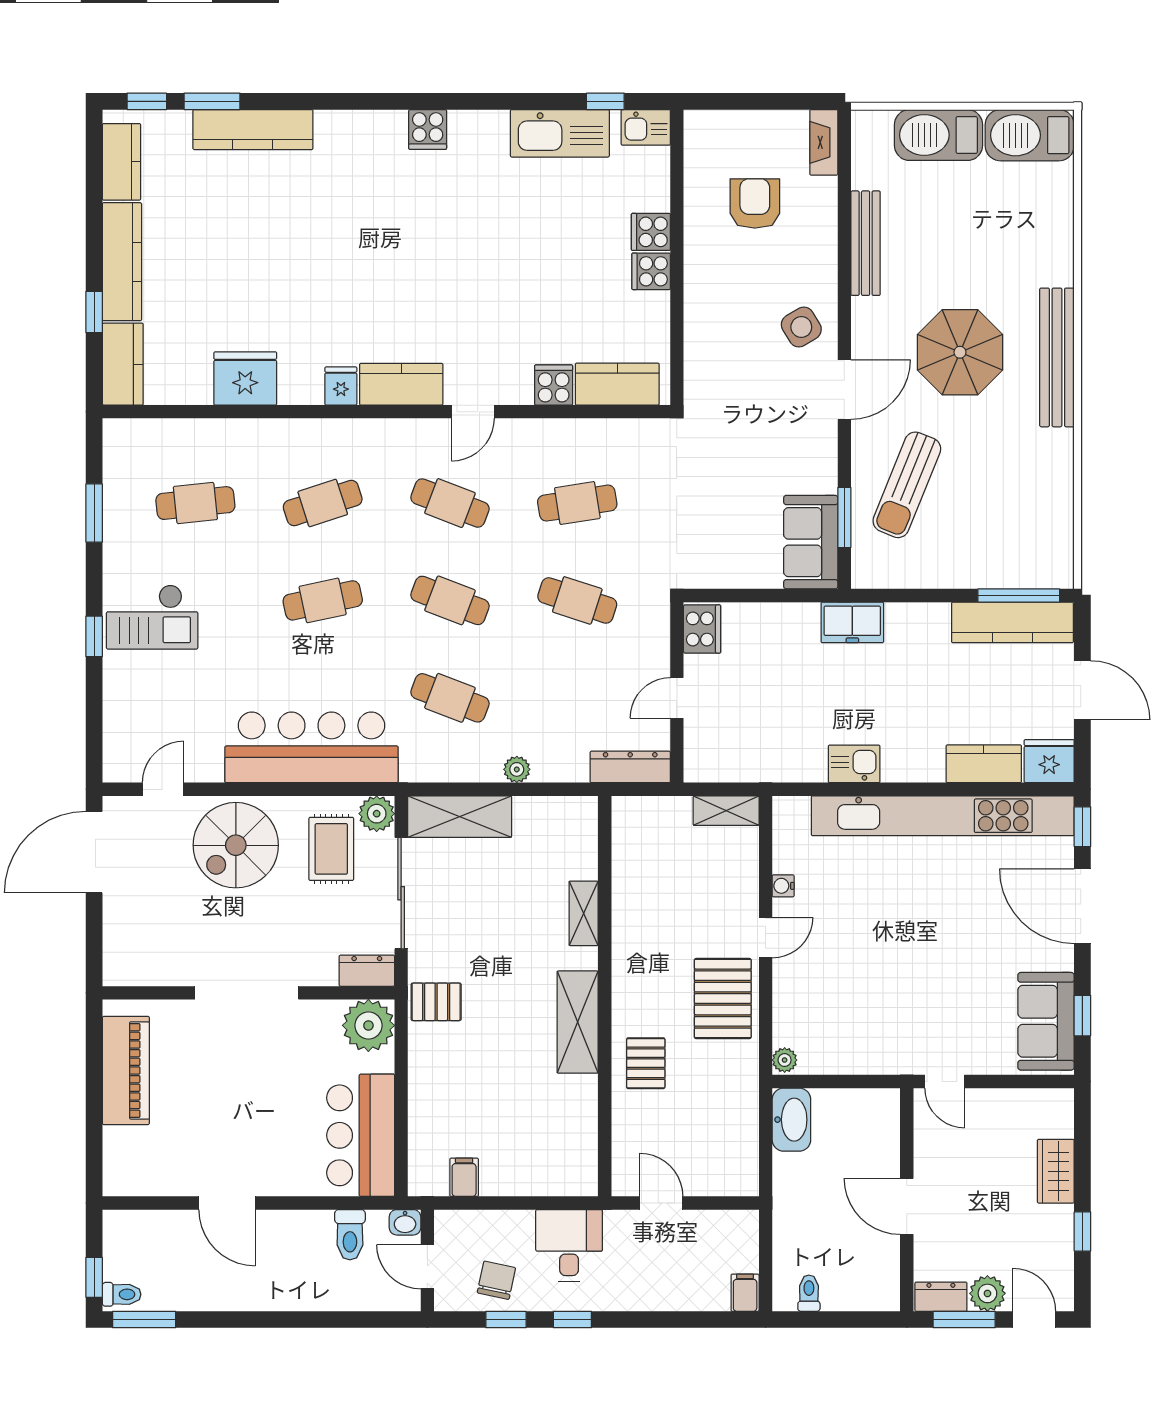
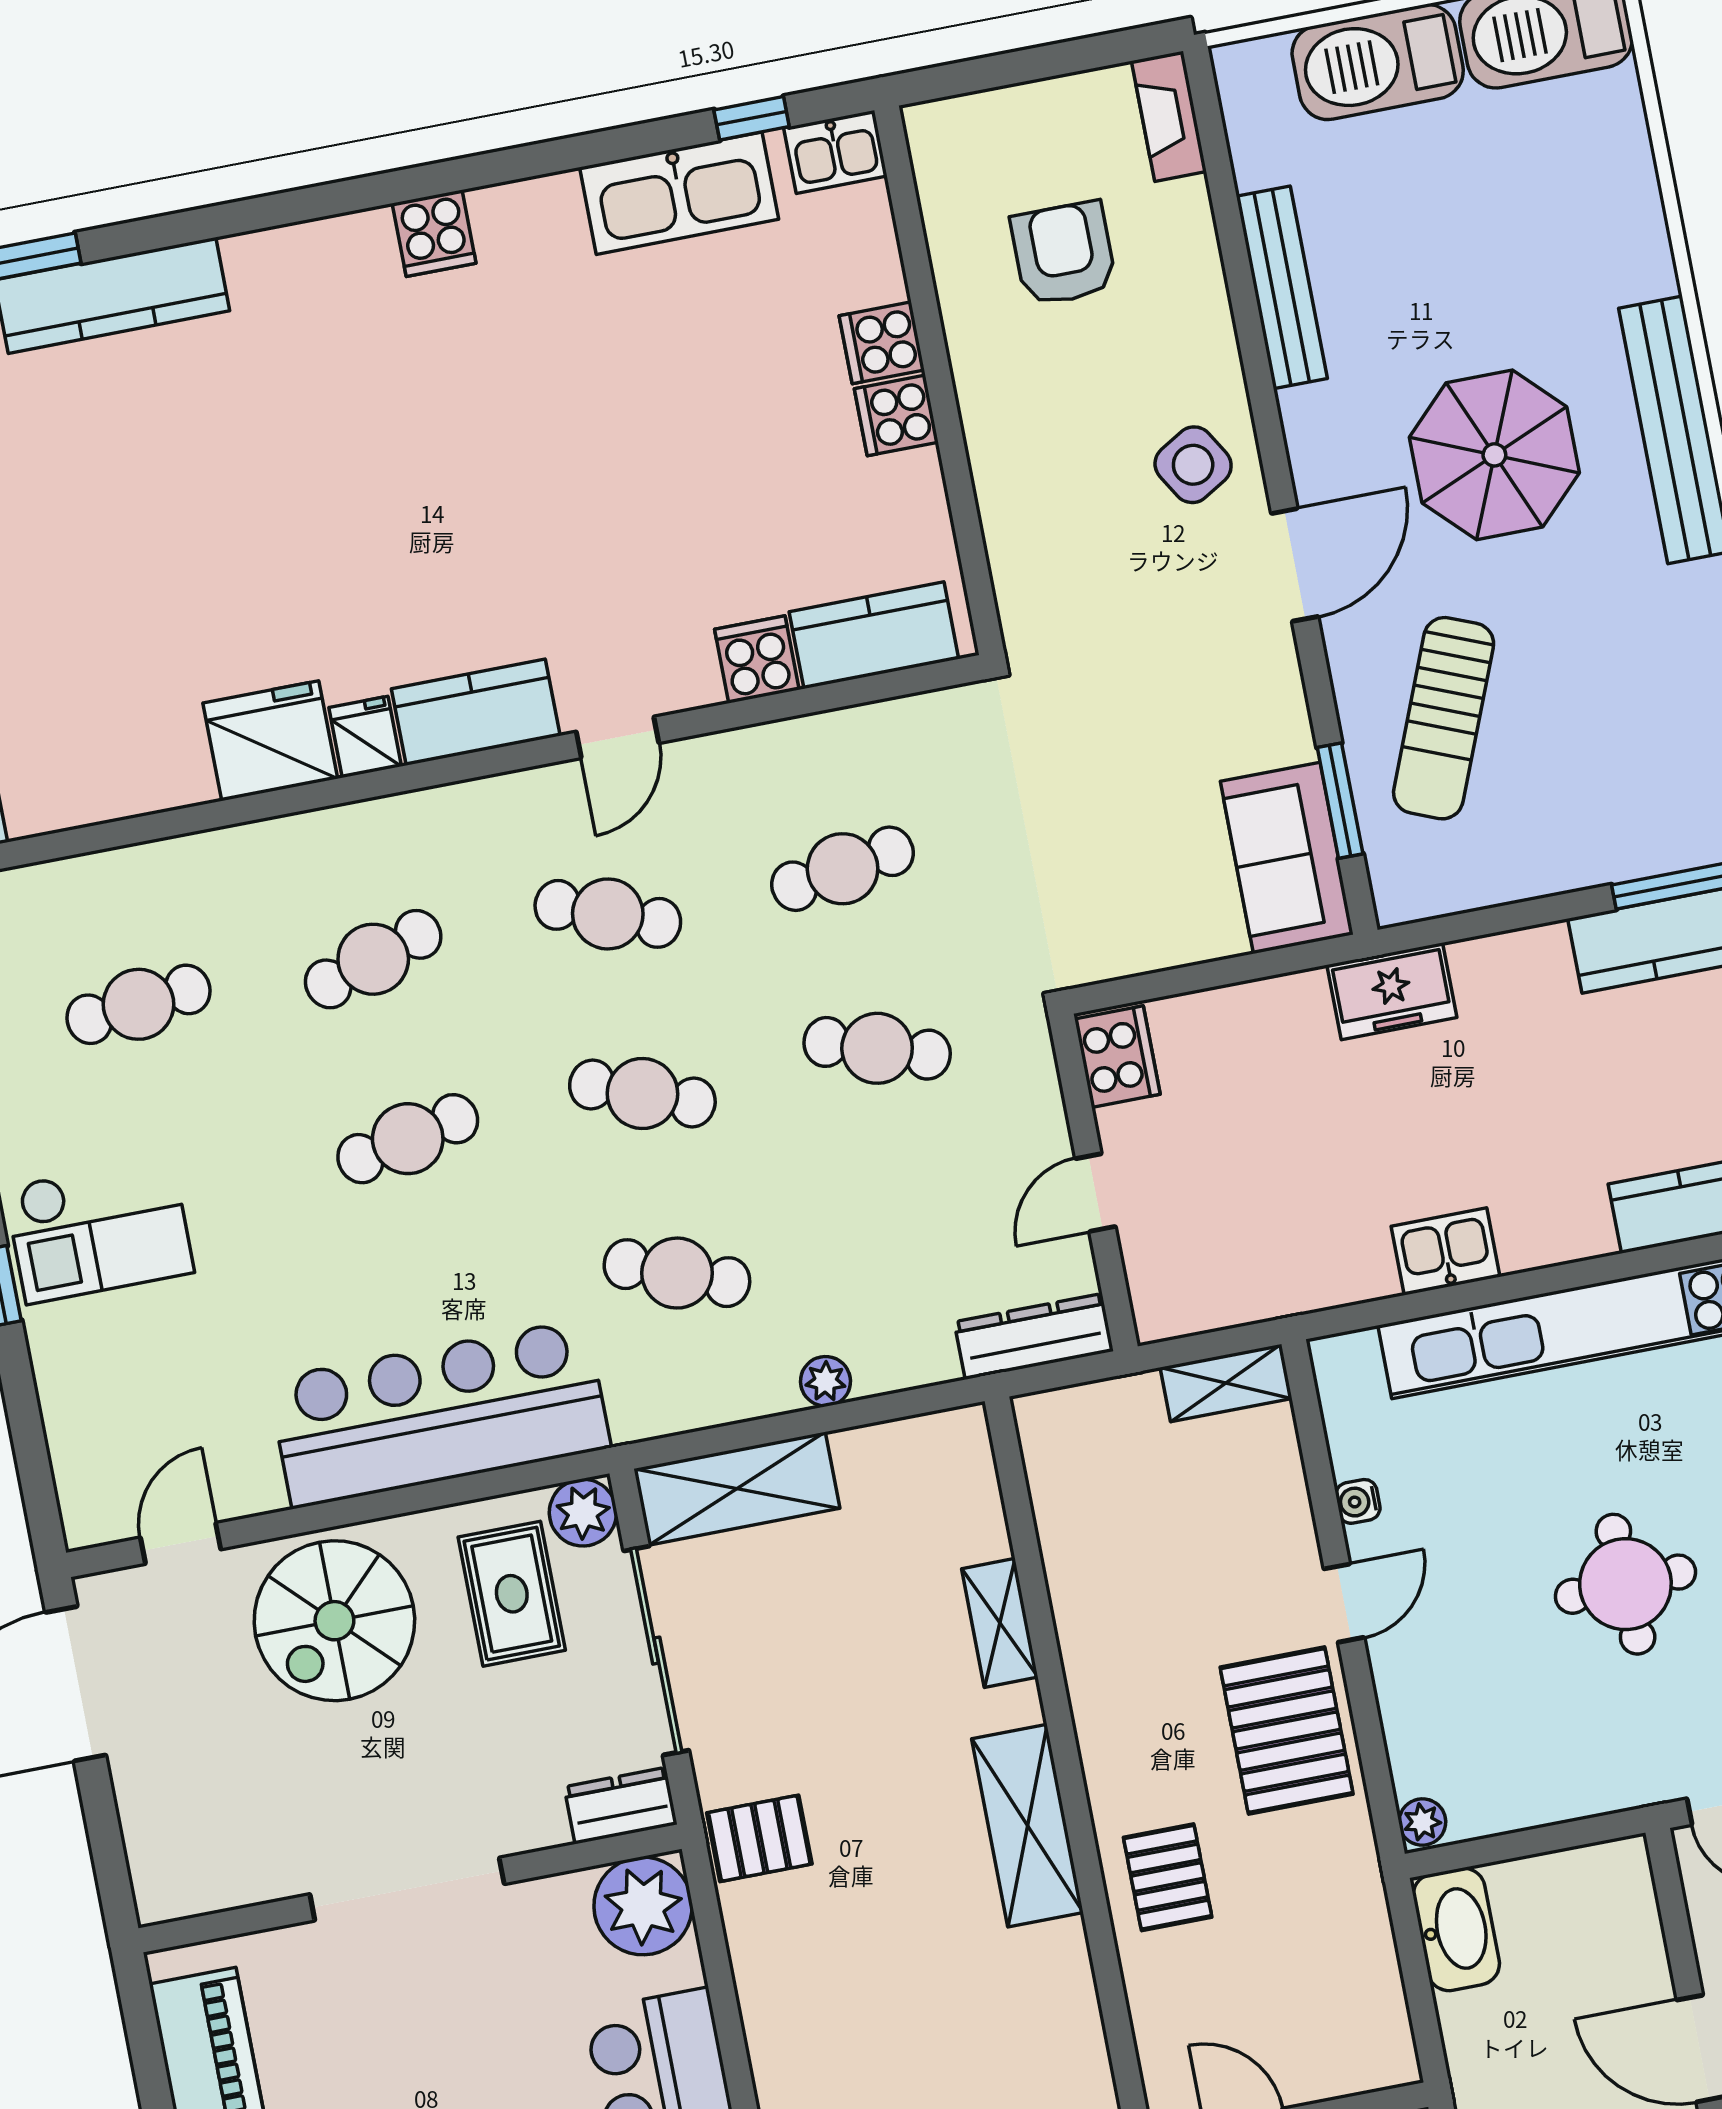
fridge: (245, 378) -> (270, 741), moved
round table: (915, 956) -> (1625, 1584), added

